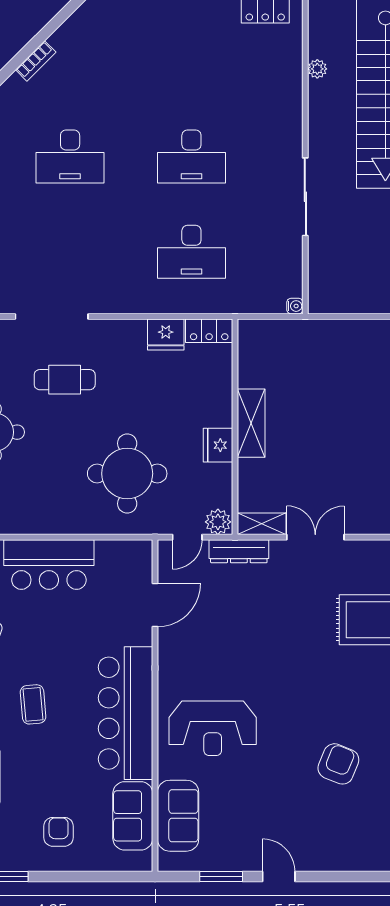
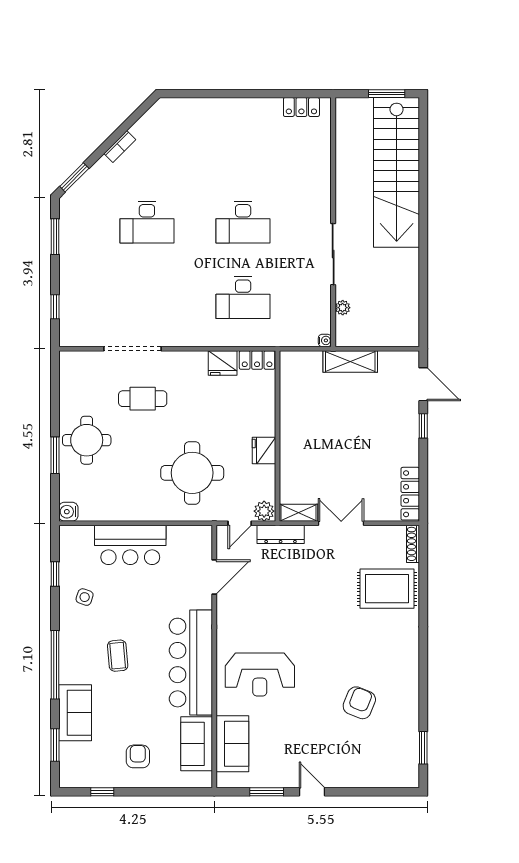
plant: (317, 69) -> (343, 308), moved
shelving: (251, 423) -> (350, 361), moved, turned 90

